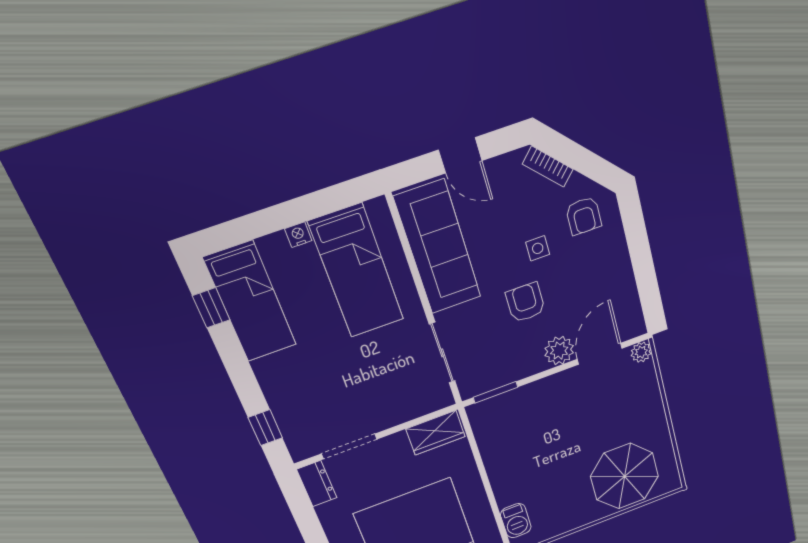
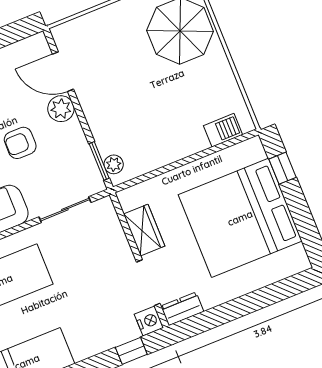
plant: (641, 352) -> (114, 164), moved
wardrobe: (436, 433) -> (144, 230), moved
nightstand: (303, 447) -> (149, 321), added

